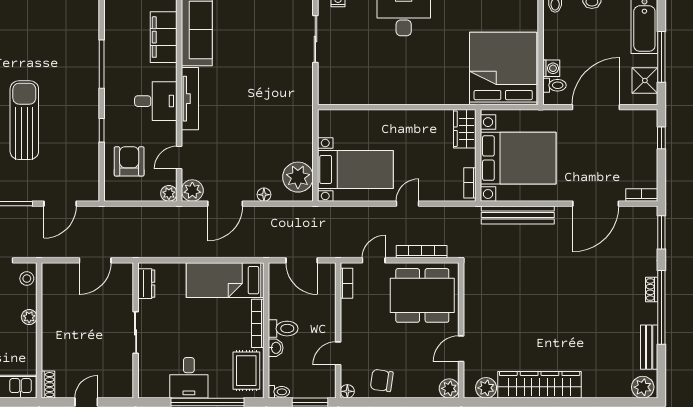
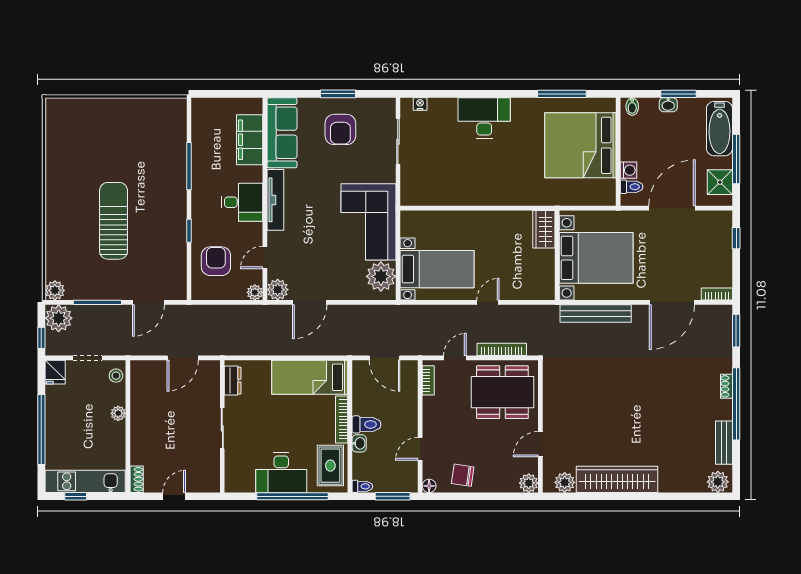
armchair: (256, 27) -> (340, 129), added
bed: (503, 69) -> (580, 145), moved, turned -90
corner sofa: (285, 121) -> (368, 222), added
bookcase: (470, 183) -> (549, 282), removed
floor lamp: (264, 195) -> (348, 294), removed
desk: (189, 378) -> (281, 473), width x1.37

